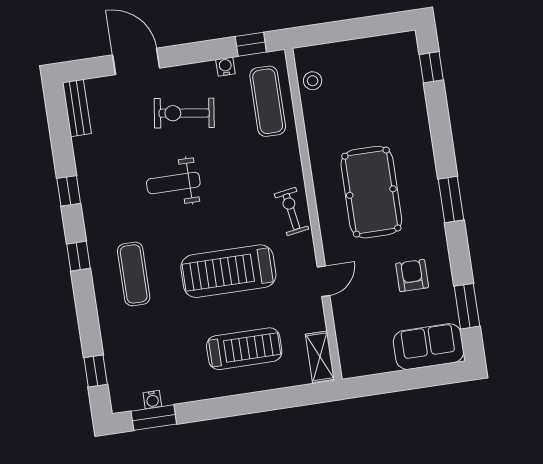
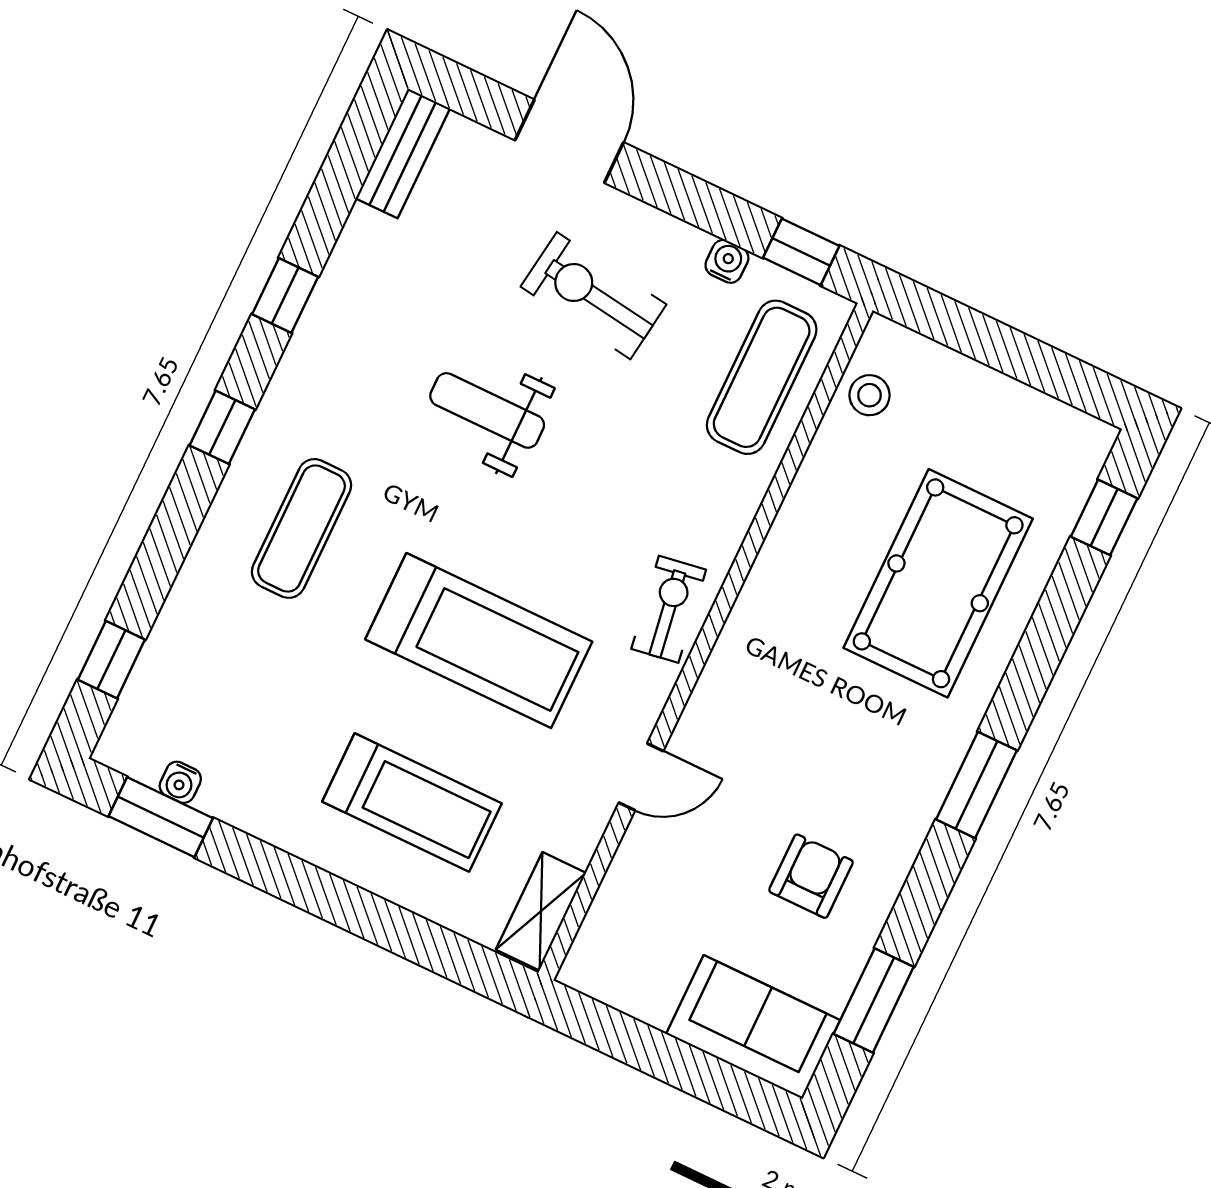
pool table: (371, 192) -> (938, 583), moved
treadmill: (228, 271) -> (479, 641), turned 180

